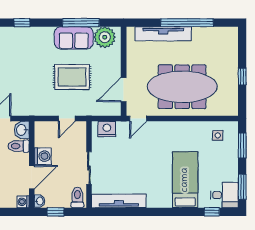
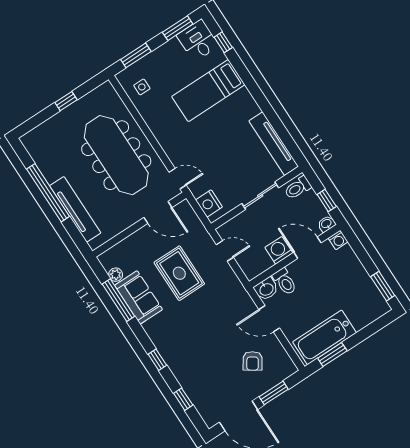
plant: (105, 37) -> (116, 275), width x0.53, depth x0.53

